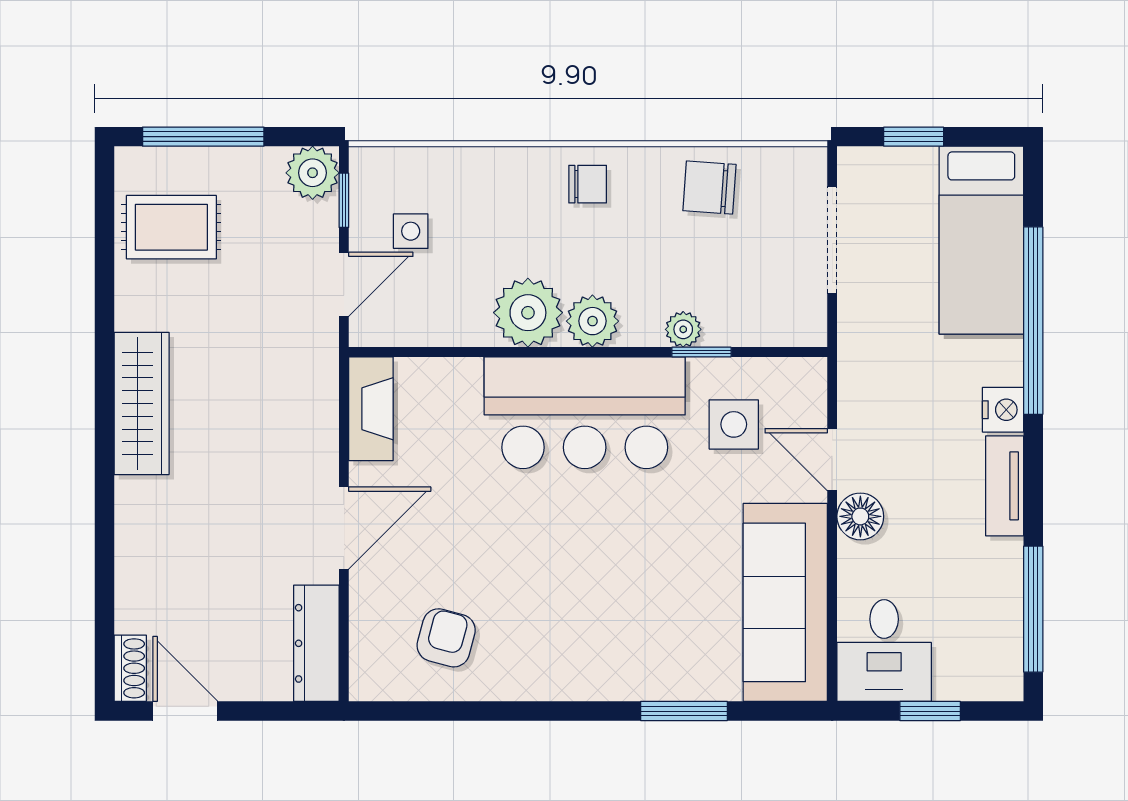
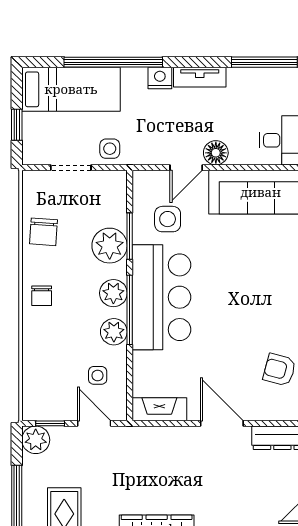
chair: (588, 184) -> (42, 296), turned 180
side table: (411, 231) -> (98, 375), moved
doorway: (832, 240) -> (71, 168), width x0.73
plant: (528, 313) -> (114, 332), width x0.73, depth x0.73
side table: (868, 314) -> (110, 149), added
plant: (683, 329) -> (110, 246), width x1.88, depth x1.88
window: (560, 352) -> (130, 310), added
window: (701, 352) -> (130, 236), width x1.50

